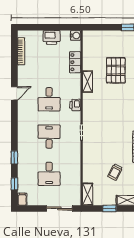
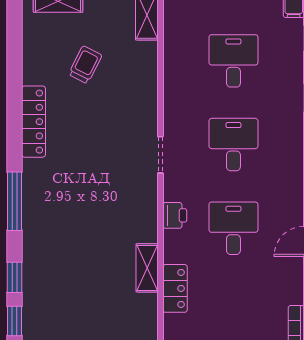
locker: (75, 62) -> (175, 288), moved
pallet: (116, 70) -> (84, 293), removed
desk: (49, 137) -> (233, 145), turned 180

